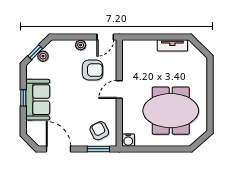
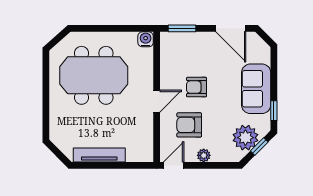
tv unit: (172, 45) -> (99, 155), width x1.41
plant: (43, 56) -> (245, 138), width x1.88, depth x1.88
window: (23, 98) -> (274, 111), moved
armchair: (99, 131) -> (196, 87), moved, turned 117

